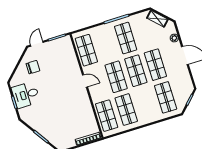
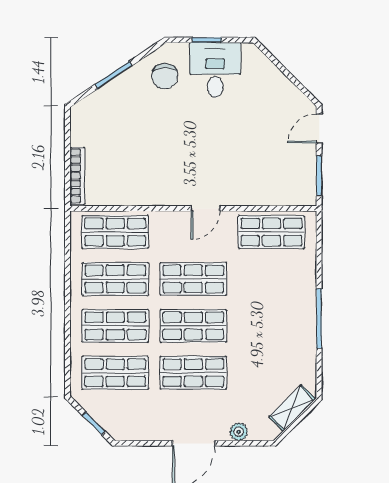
shop shelf: (126, 38) -> (115, 326), moved
door: (37, 44) -> (319, 129), swing flipped
chair: (33, 67) -> (165, 76), moved

